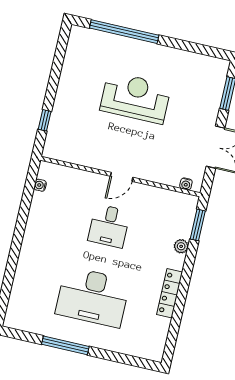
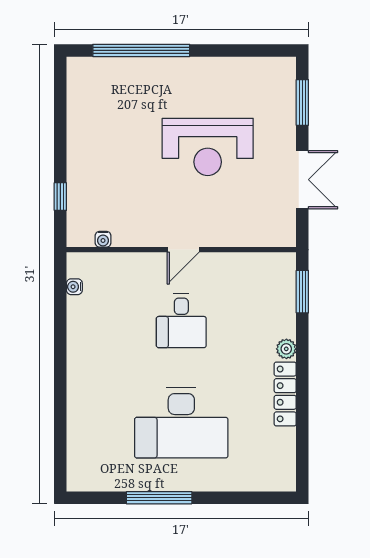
reception desk: (136, 98) -> (208, 147), moved, turned 180
water cooler: (186, 184) -> (103, 239), moved
plant: (181, 246) -> (286, 349), moved

